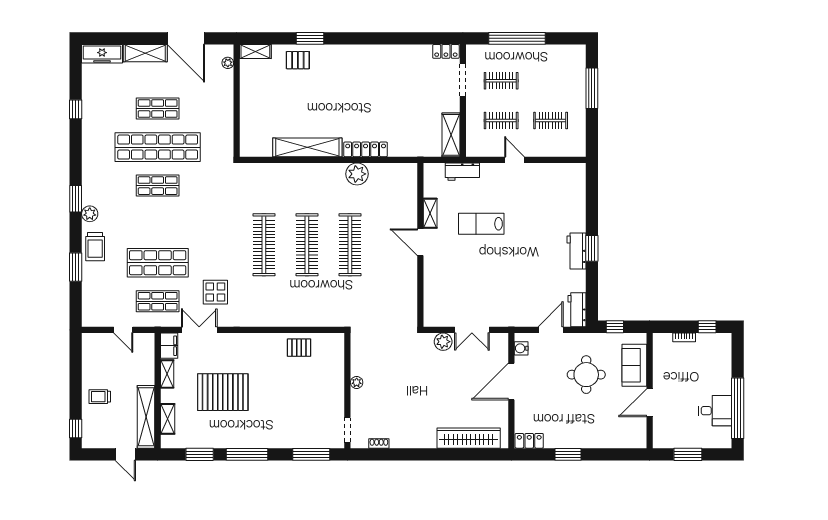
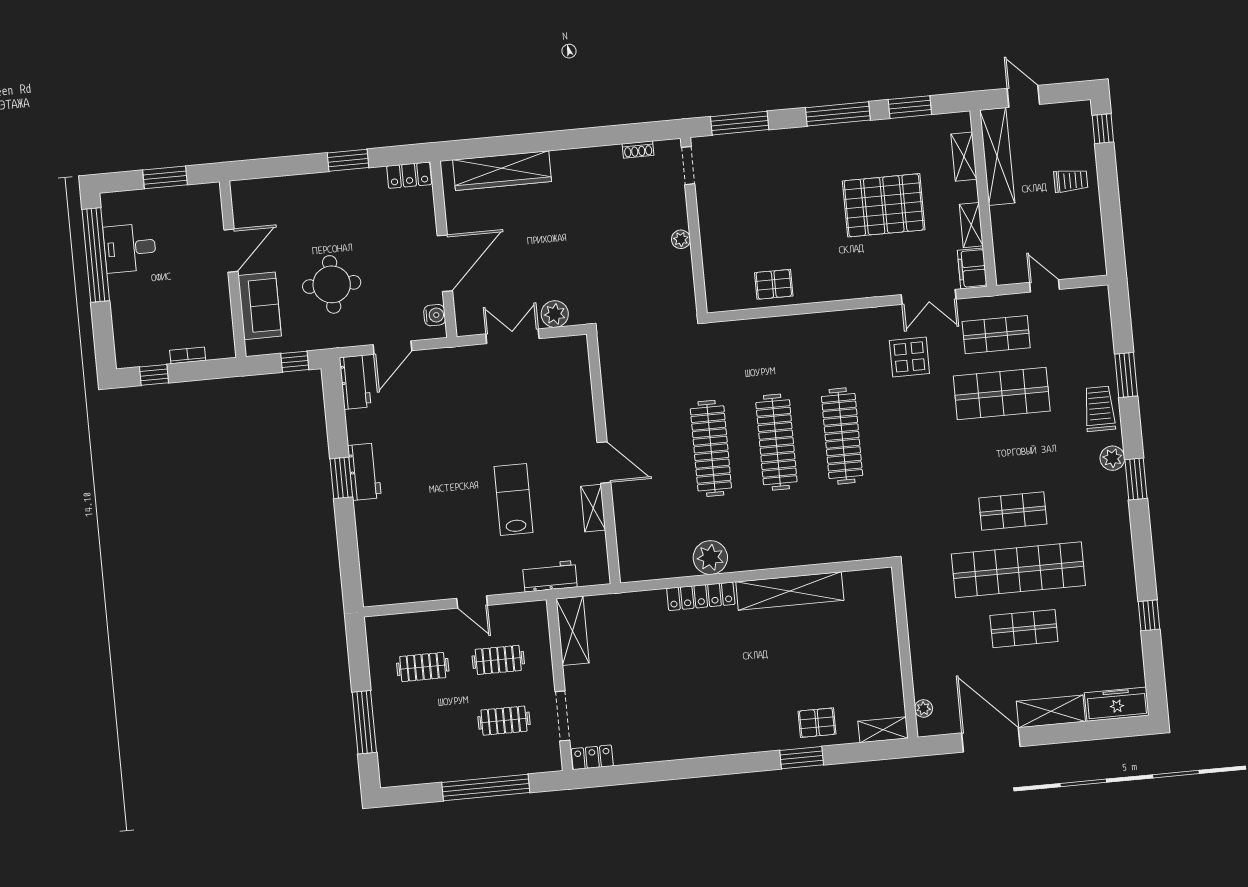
lab bench: (481, 224) -> (514, 499), turned -90

